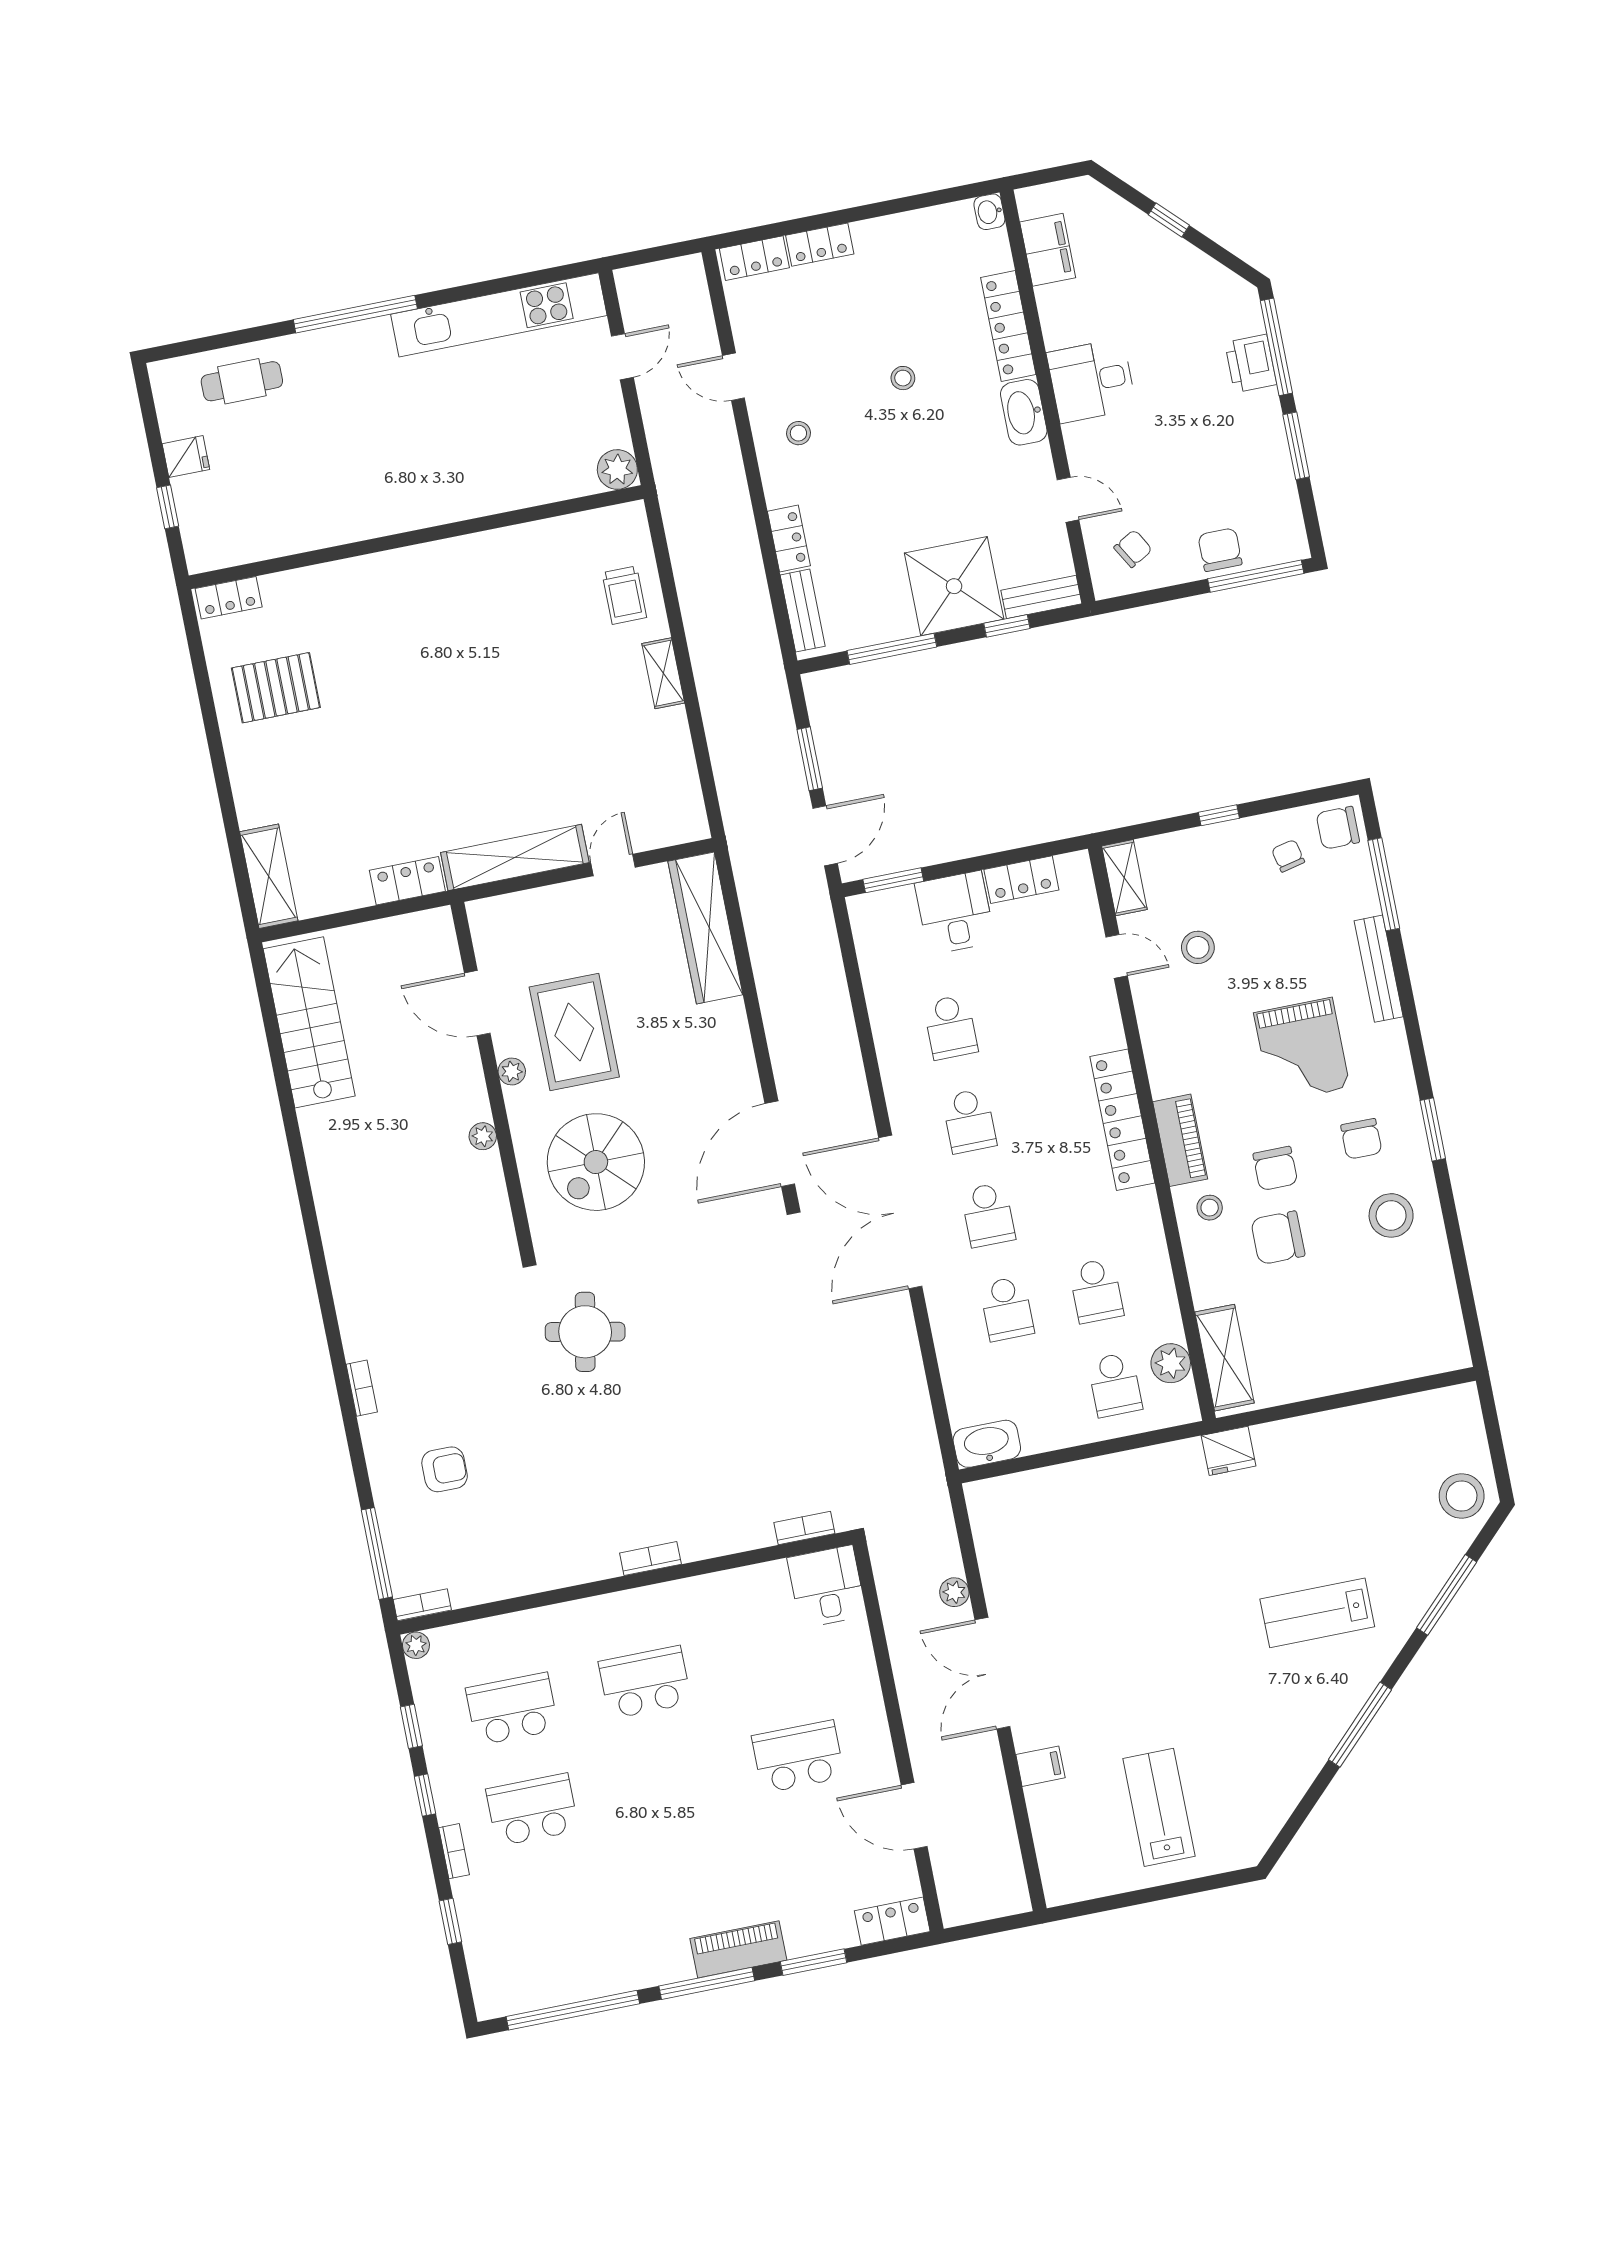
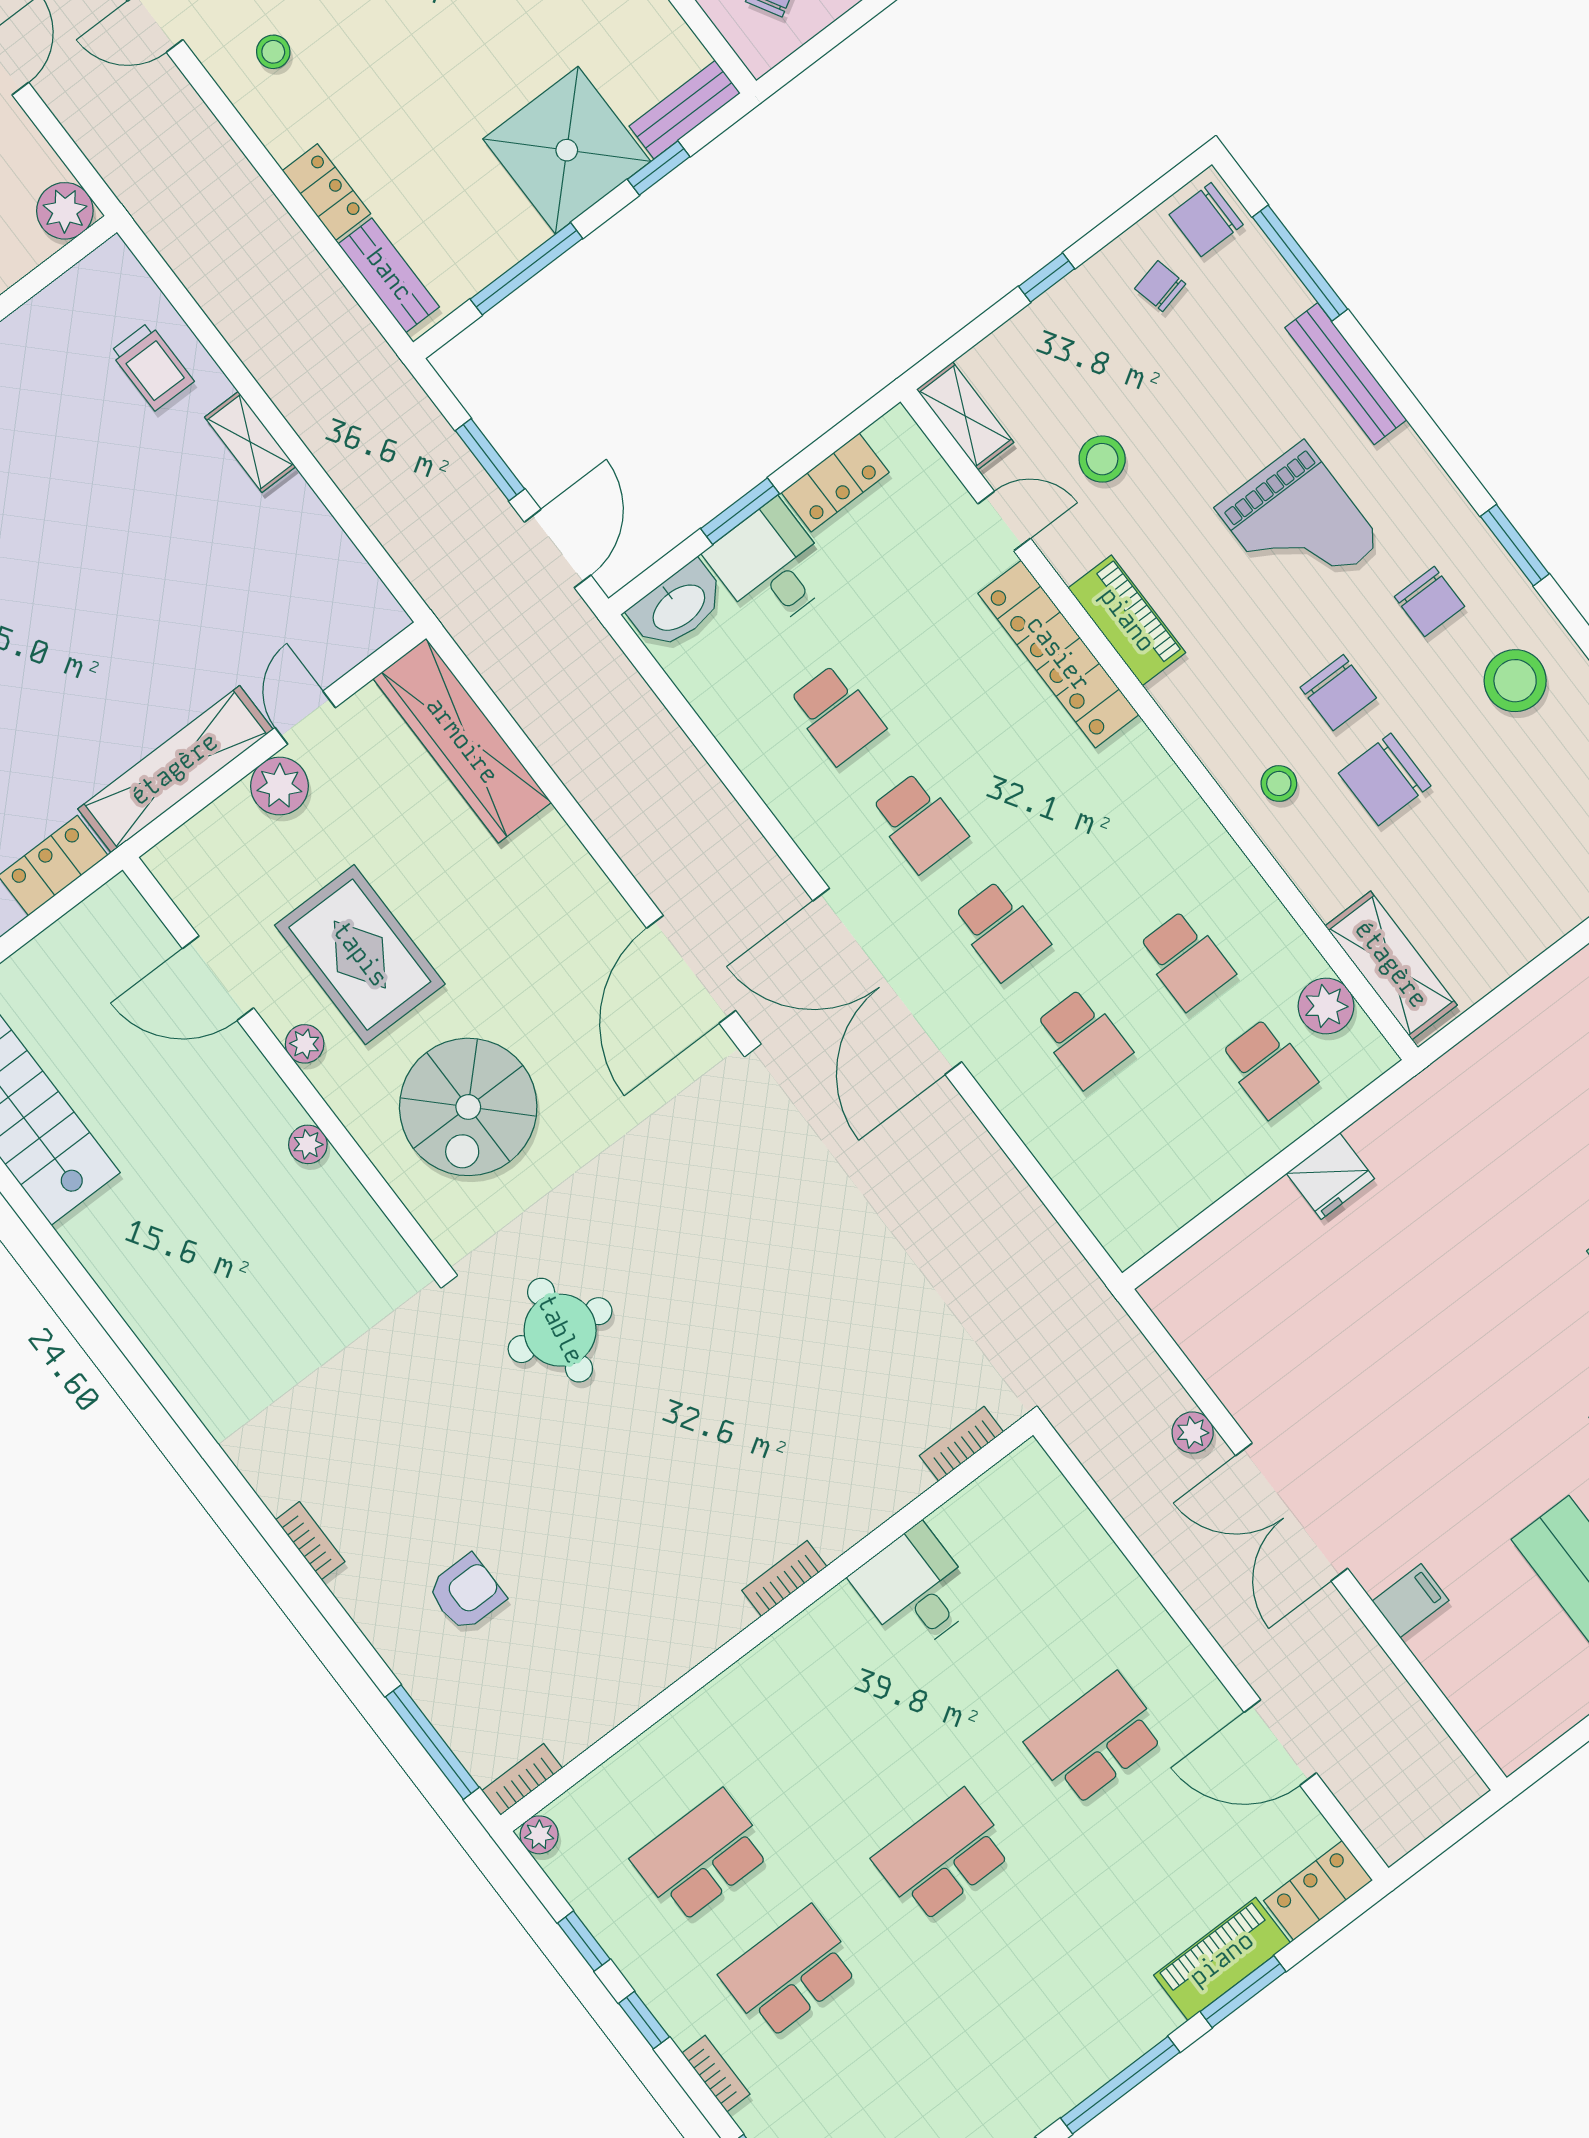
window: (893, 880) -> (740, 511), moved
plant: (575, 900) -> (279, 786), added
locker: (1122, 1120) -> (1058, 654), moved
piano: (1180, 1140) -> (1127, 620), moved
washbasin: (987, 1444) -> (678, 606), moved, turned 180
fridge: (1229, 1451) -> (1330, 1176), moved
desk: (827, 1587) -> (915, 1589), moved
school desk: (645, 1682) -> (943, 1856), moved
piano: (738, 1949) -> (1222, 1959), moved

